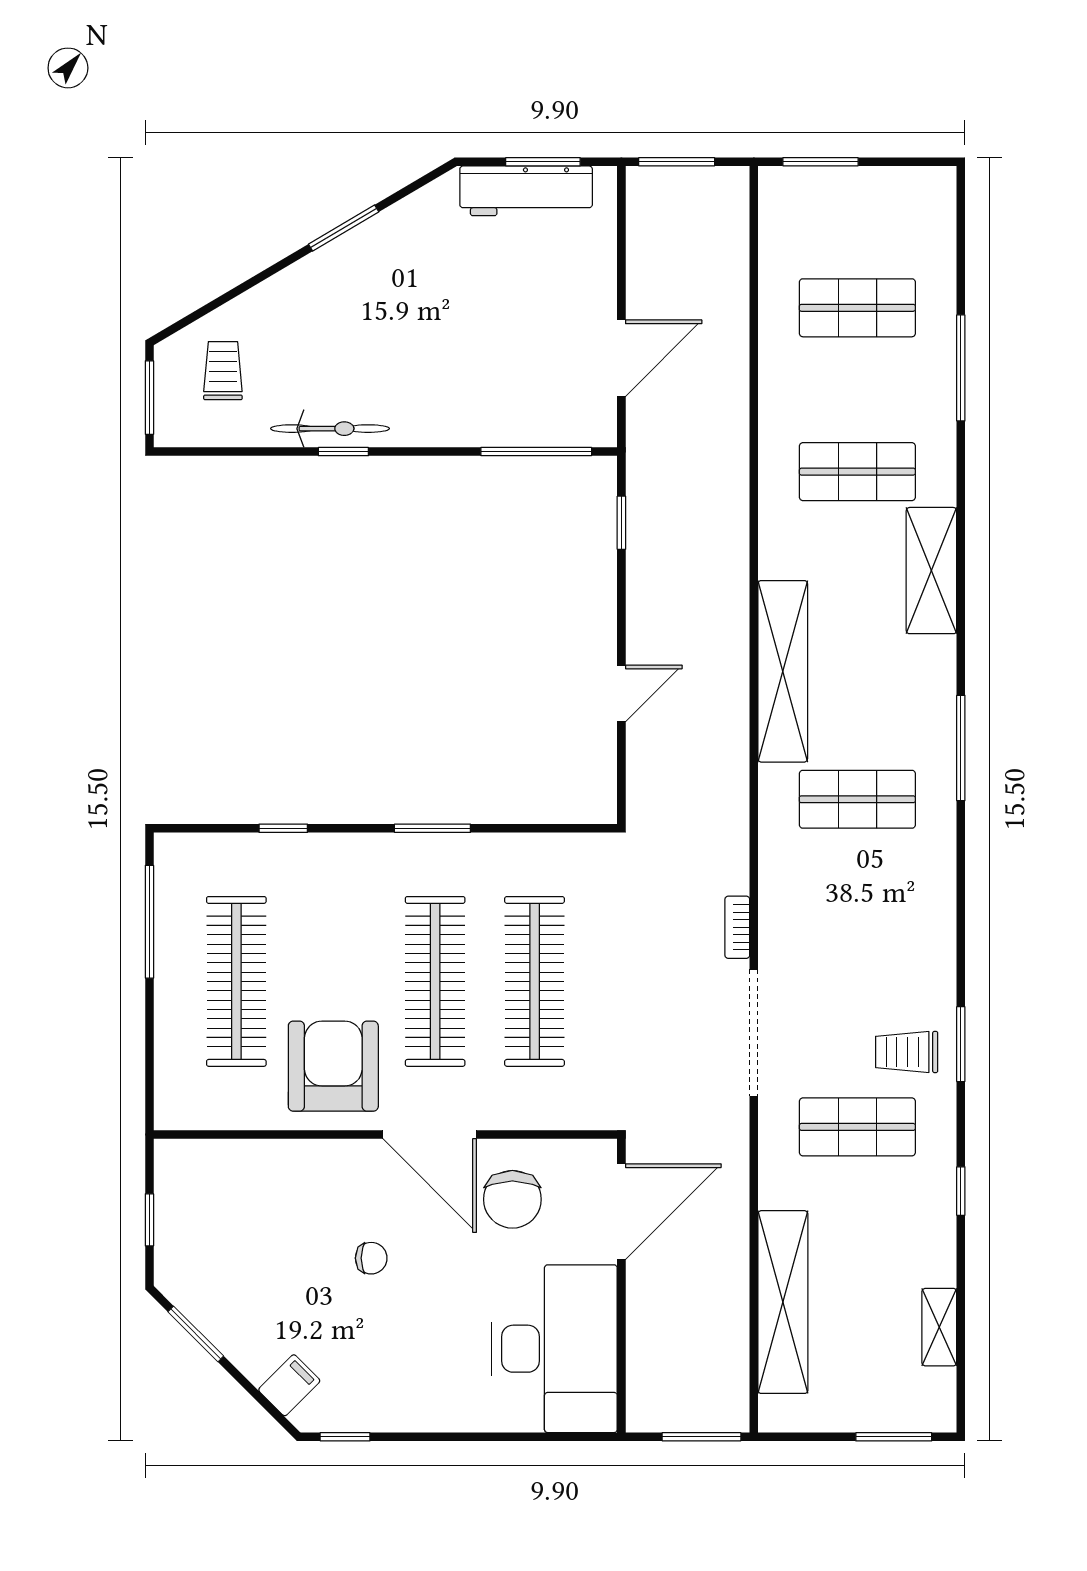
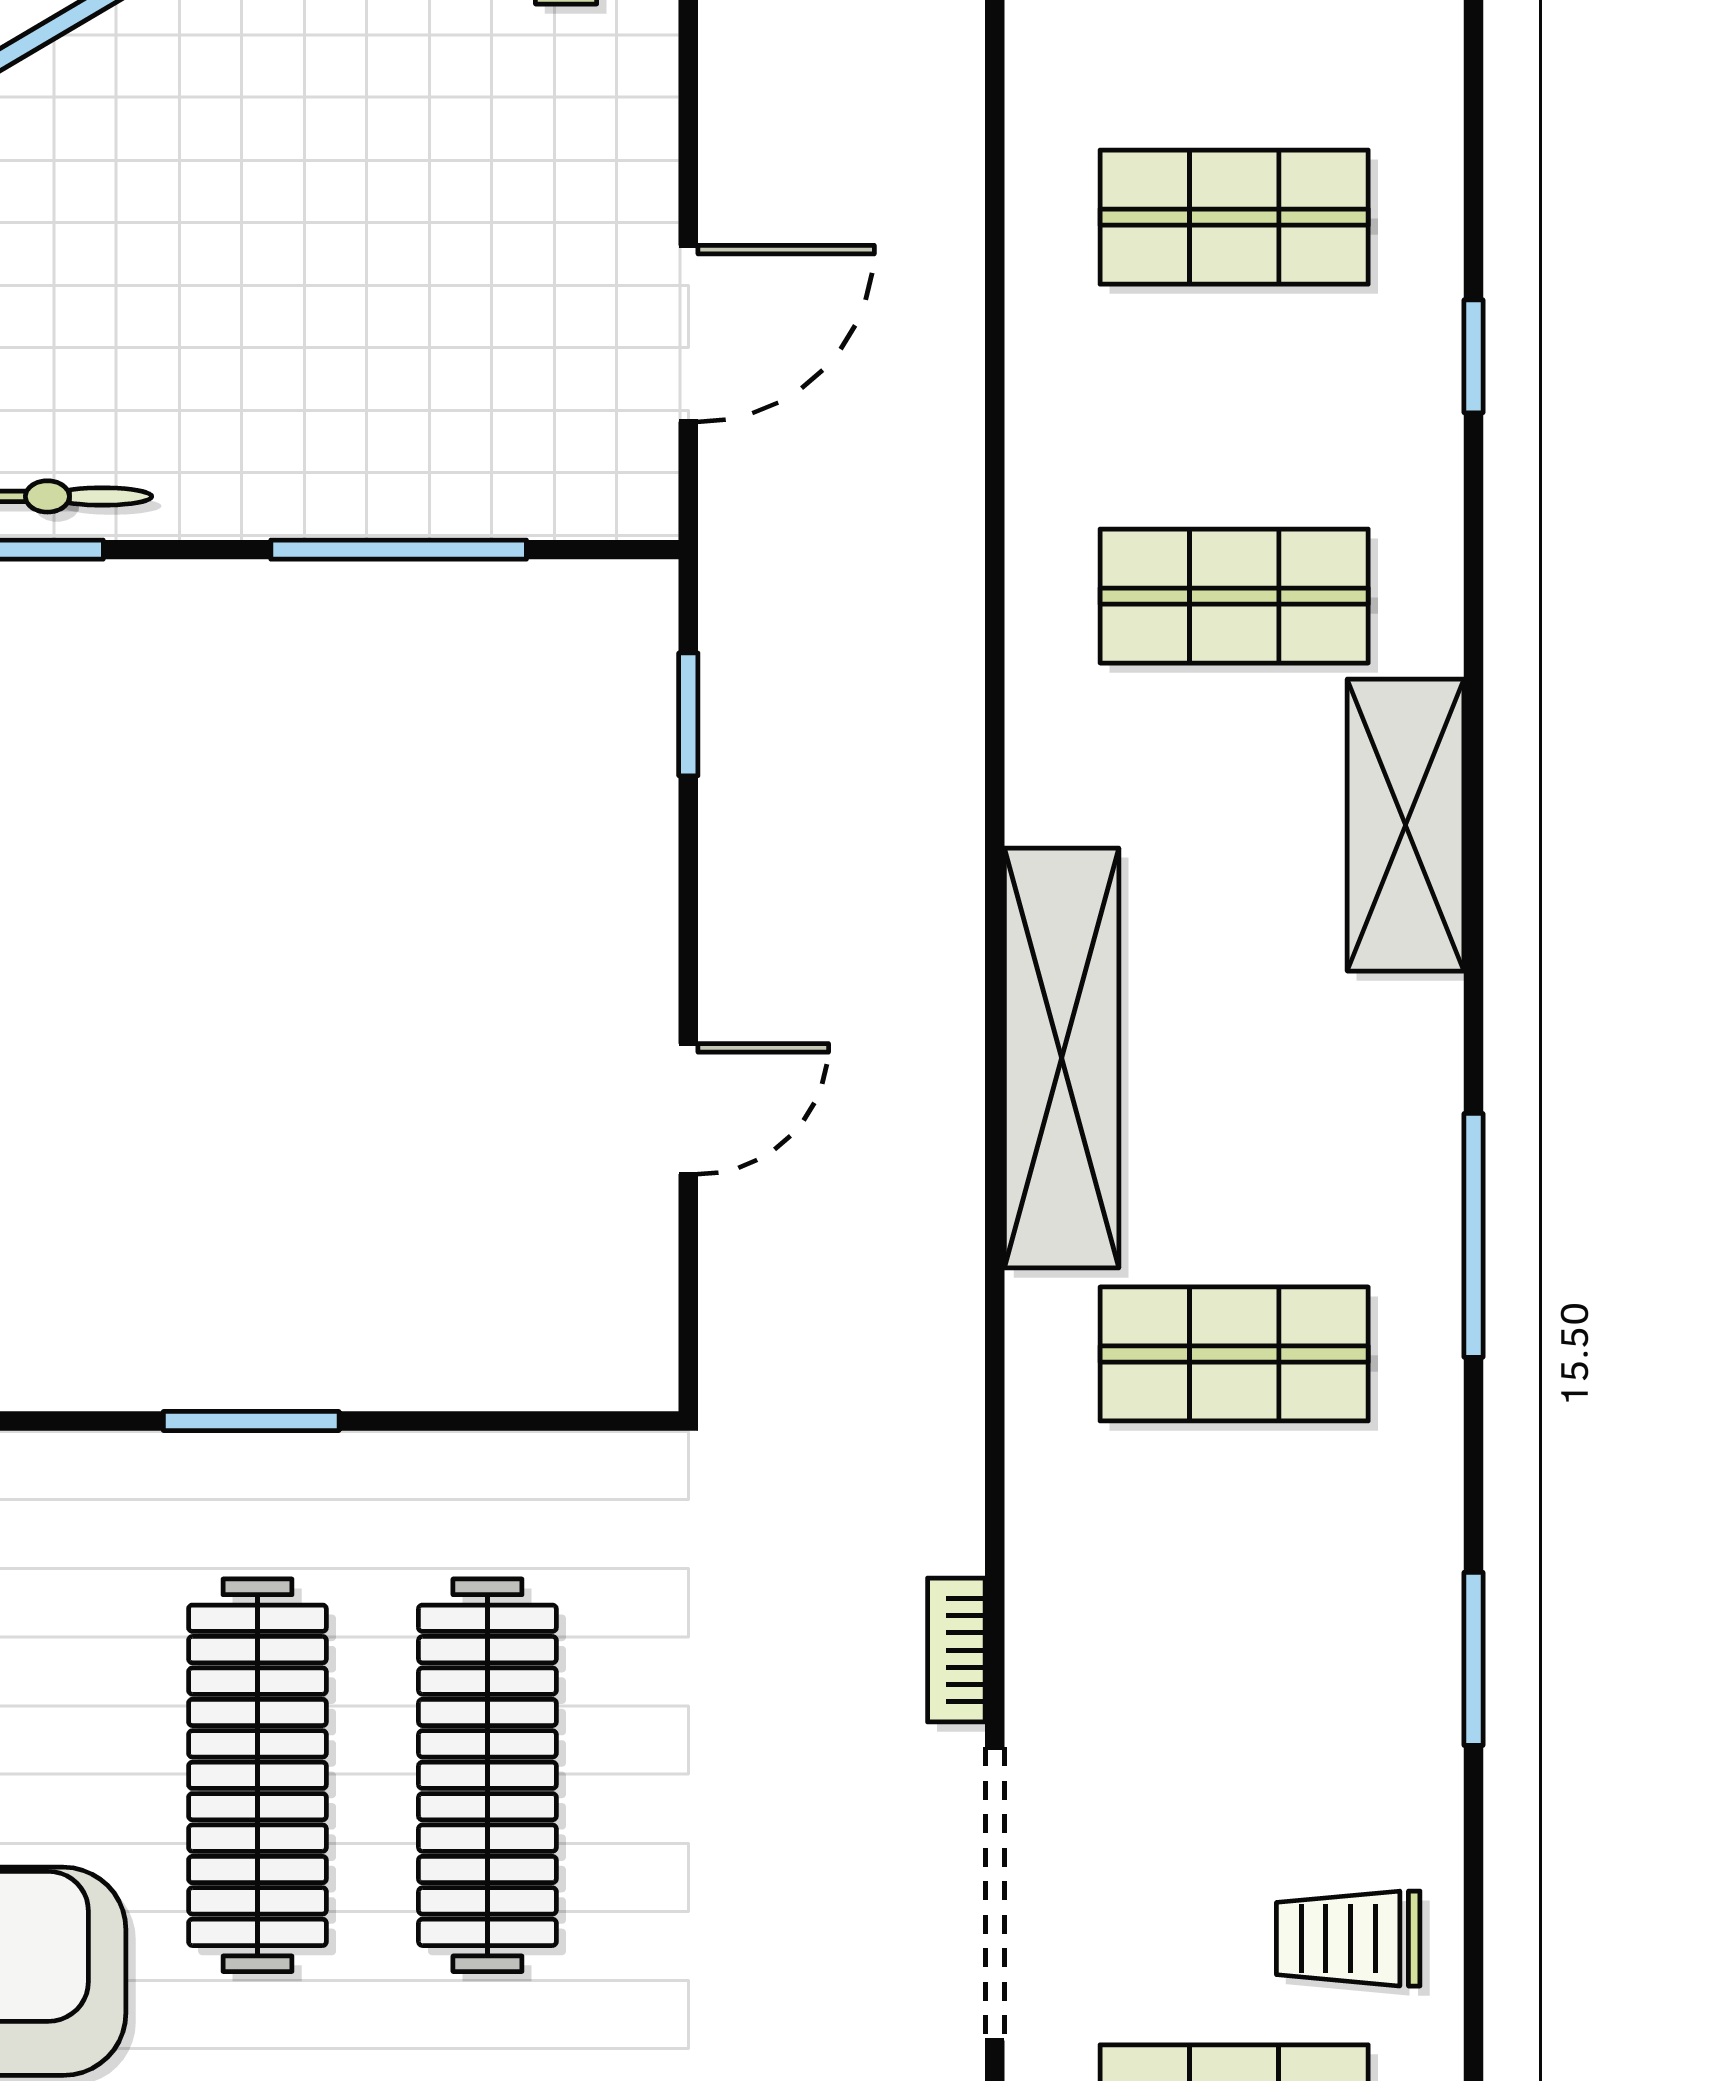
window: (961, 368) -> (1474, 356), width x0.46
window: (536, 452) -> (399, 550), moved
window: (961, 1044) -> (1474, 1659), moved

